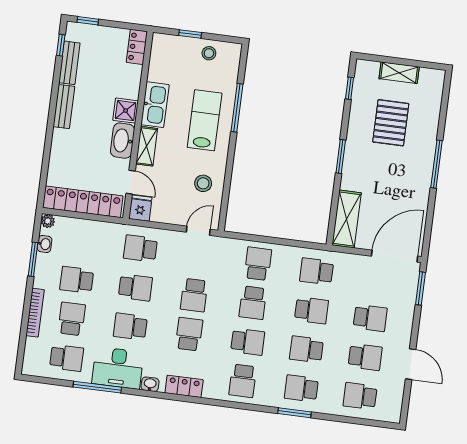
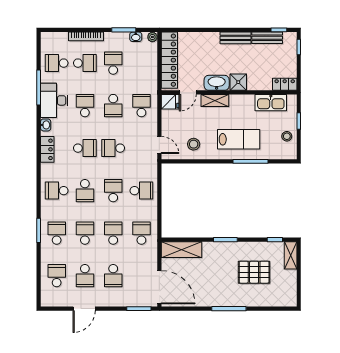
shelving: (399, 73) -> (291, 255), moved
kitchen sink: (155, 105) -> (271, 103), moved
school desk: (253, 303) -> (113, 191), turned 90
school desk: (311, 310) -> (113, 233), turned 180
school desk: (67, 358) -> (57, 63), turned 90

